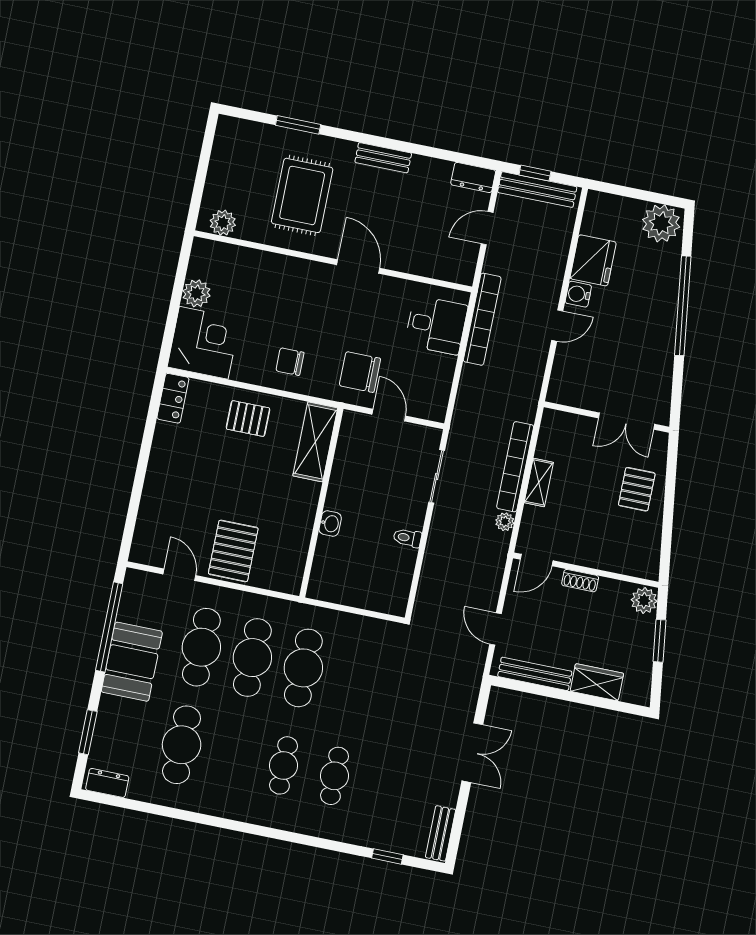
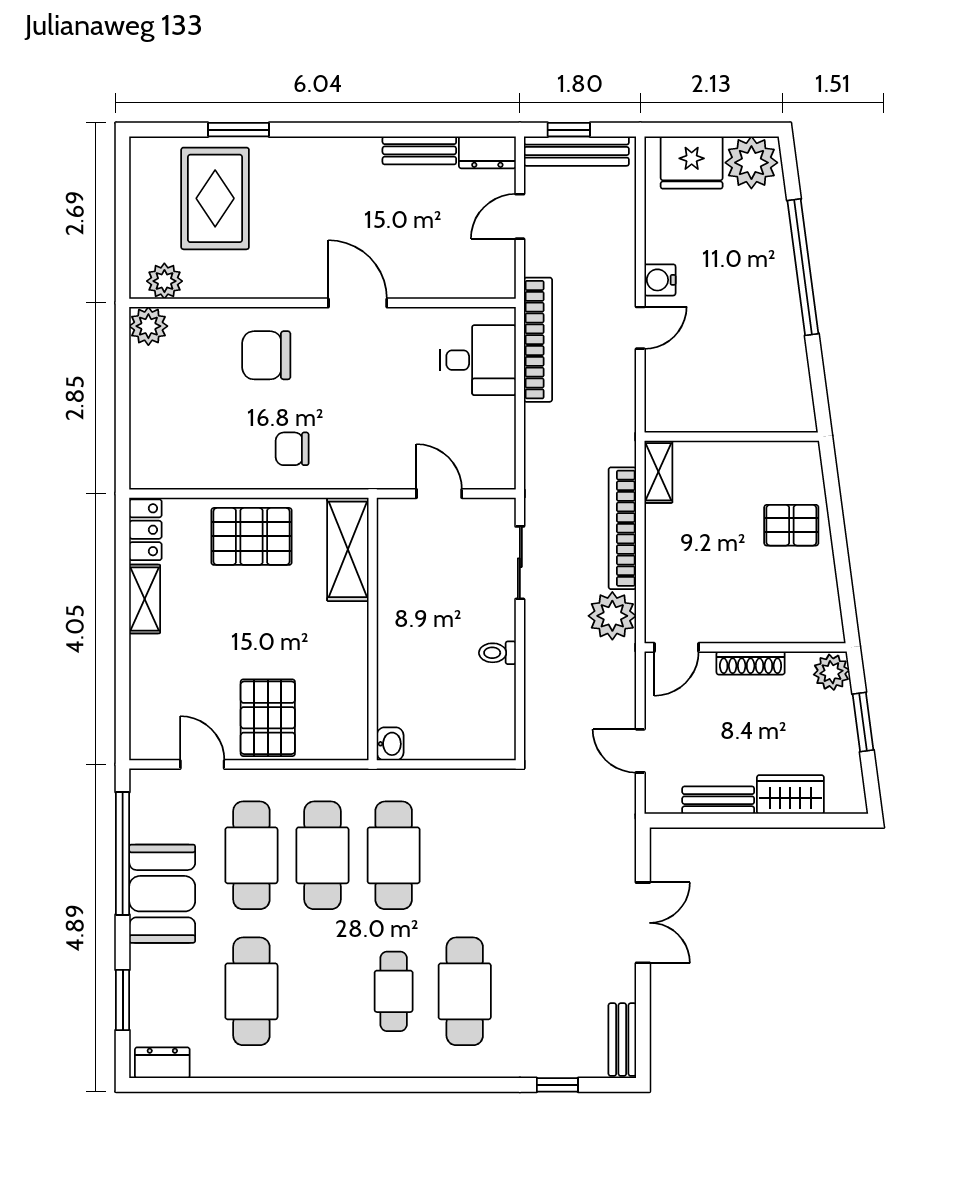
bench: (383, 158) -> (419, 150), moved
rug: (302, 195) -> (215, 198), moved
fridge: (593, 260) -> (692, 163), moved, turned 90
plant: (196, 293) -> (148, 326), moved
corner desk: (204, 343) -> (172, 447), removed
chair: (360, 372) -> (266, 355), moved
pallet: (248, 419) -> (251, 536), width x1.50, depth x1.42
double door: (627, 421) -> (759, 437), removed
shelving: (162, 448) -> (145, 599), added
shelving: (539, 482) -> (658, 472), moved
pallet: (637, 489) -> (791, 525), turned 90
plant: (505, 522) -> (612, 616), width x1.88, depth x1.88
washbasin: (330, 524) -> (390, 744), moved
shoe rack: (580, 581) -> (751, 663), width x1.43
bench: (535, 674) -> (718, 800), width x0.73
cafe table: (335, 776) -> (465, 991), width x1.37, depth x1.35

